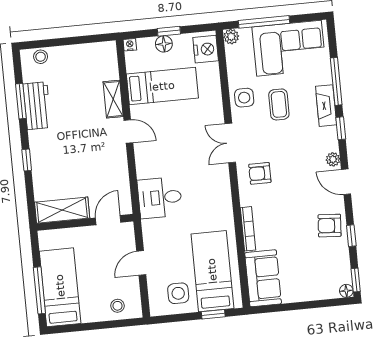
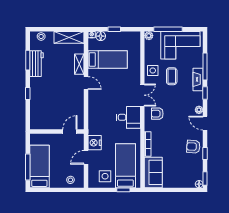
floor lamp: (164, 44) -> (101, 36), moved
nightstand: (206, 49) -> (95, 143), moved, turned 180
double door: (230, 143) -> (142, 95), swing flipped
desk: (160, 198) -> (128, 117), moved, turned 180
shelving: (62, 210) -> (69, 37), moved

